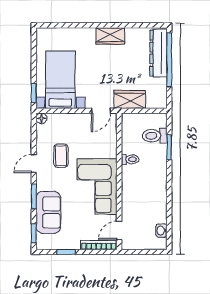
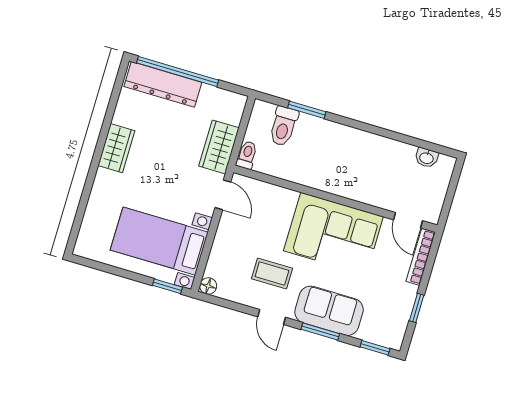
toilet: (130, 159) -> (247, 155), moved
sofa: (48, 212) -> (329, 311), moved

